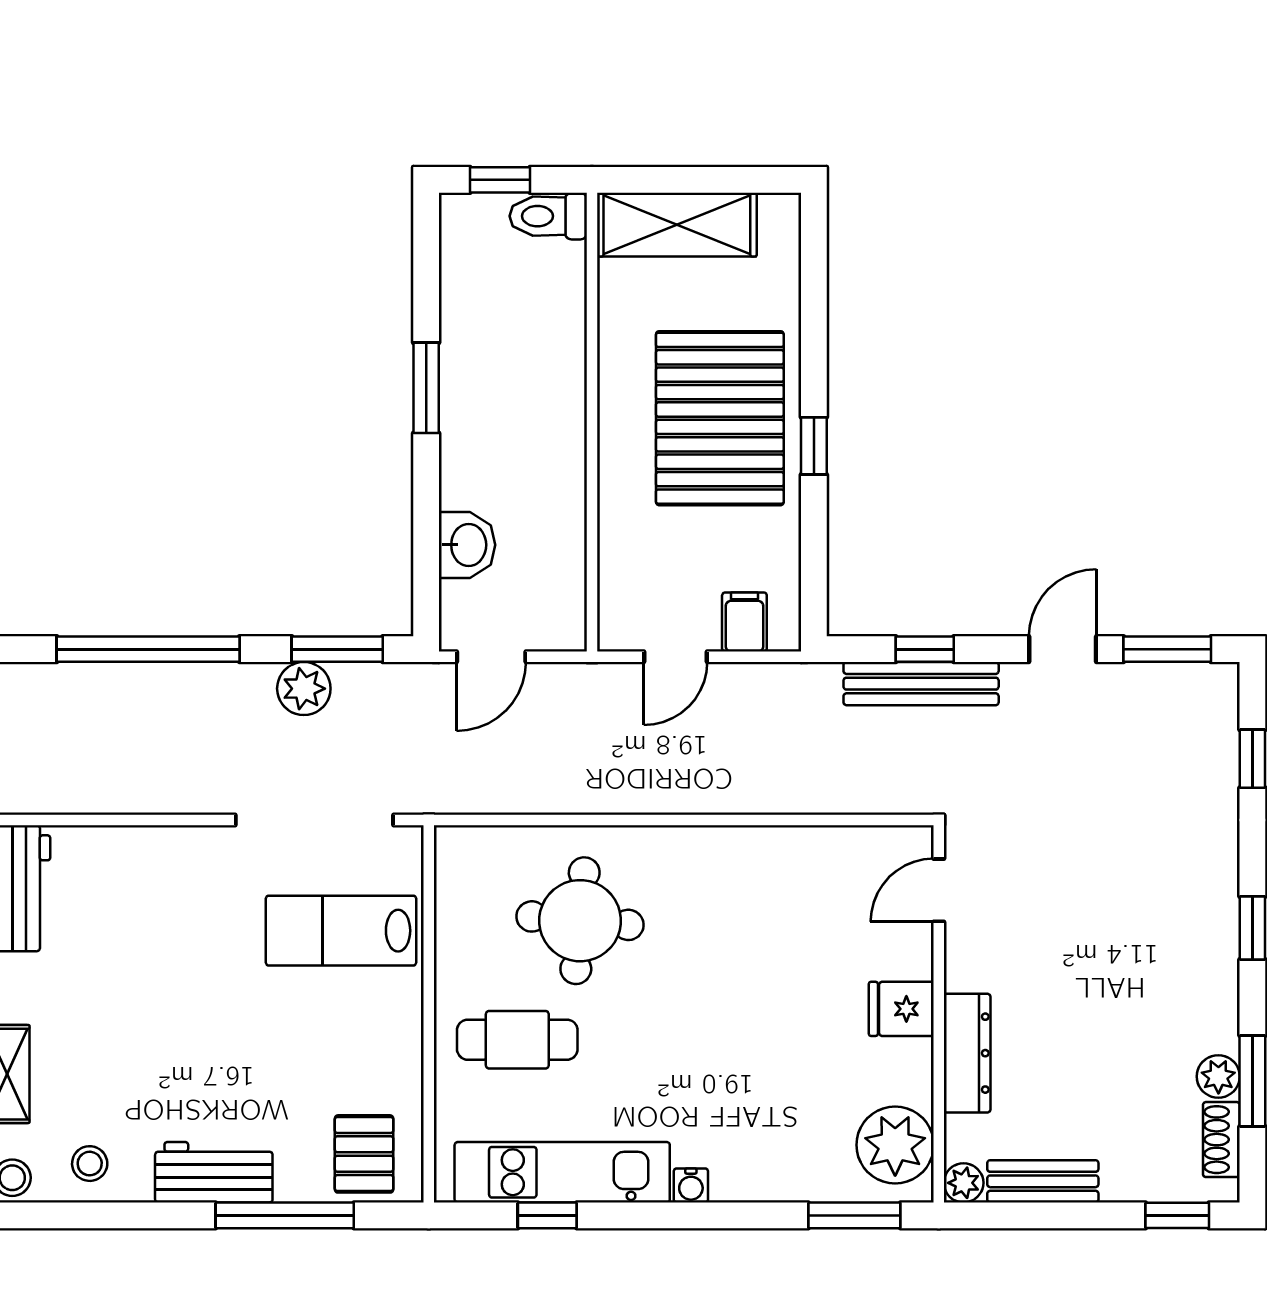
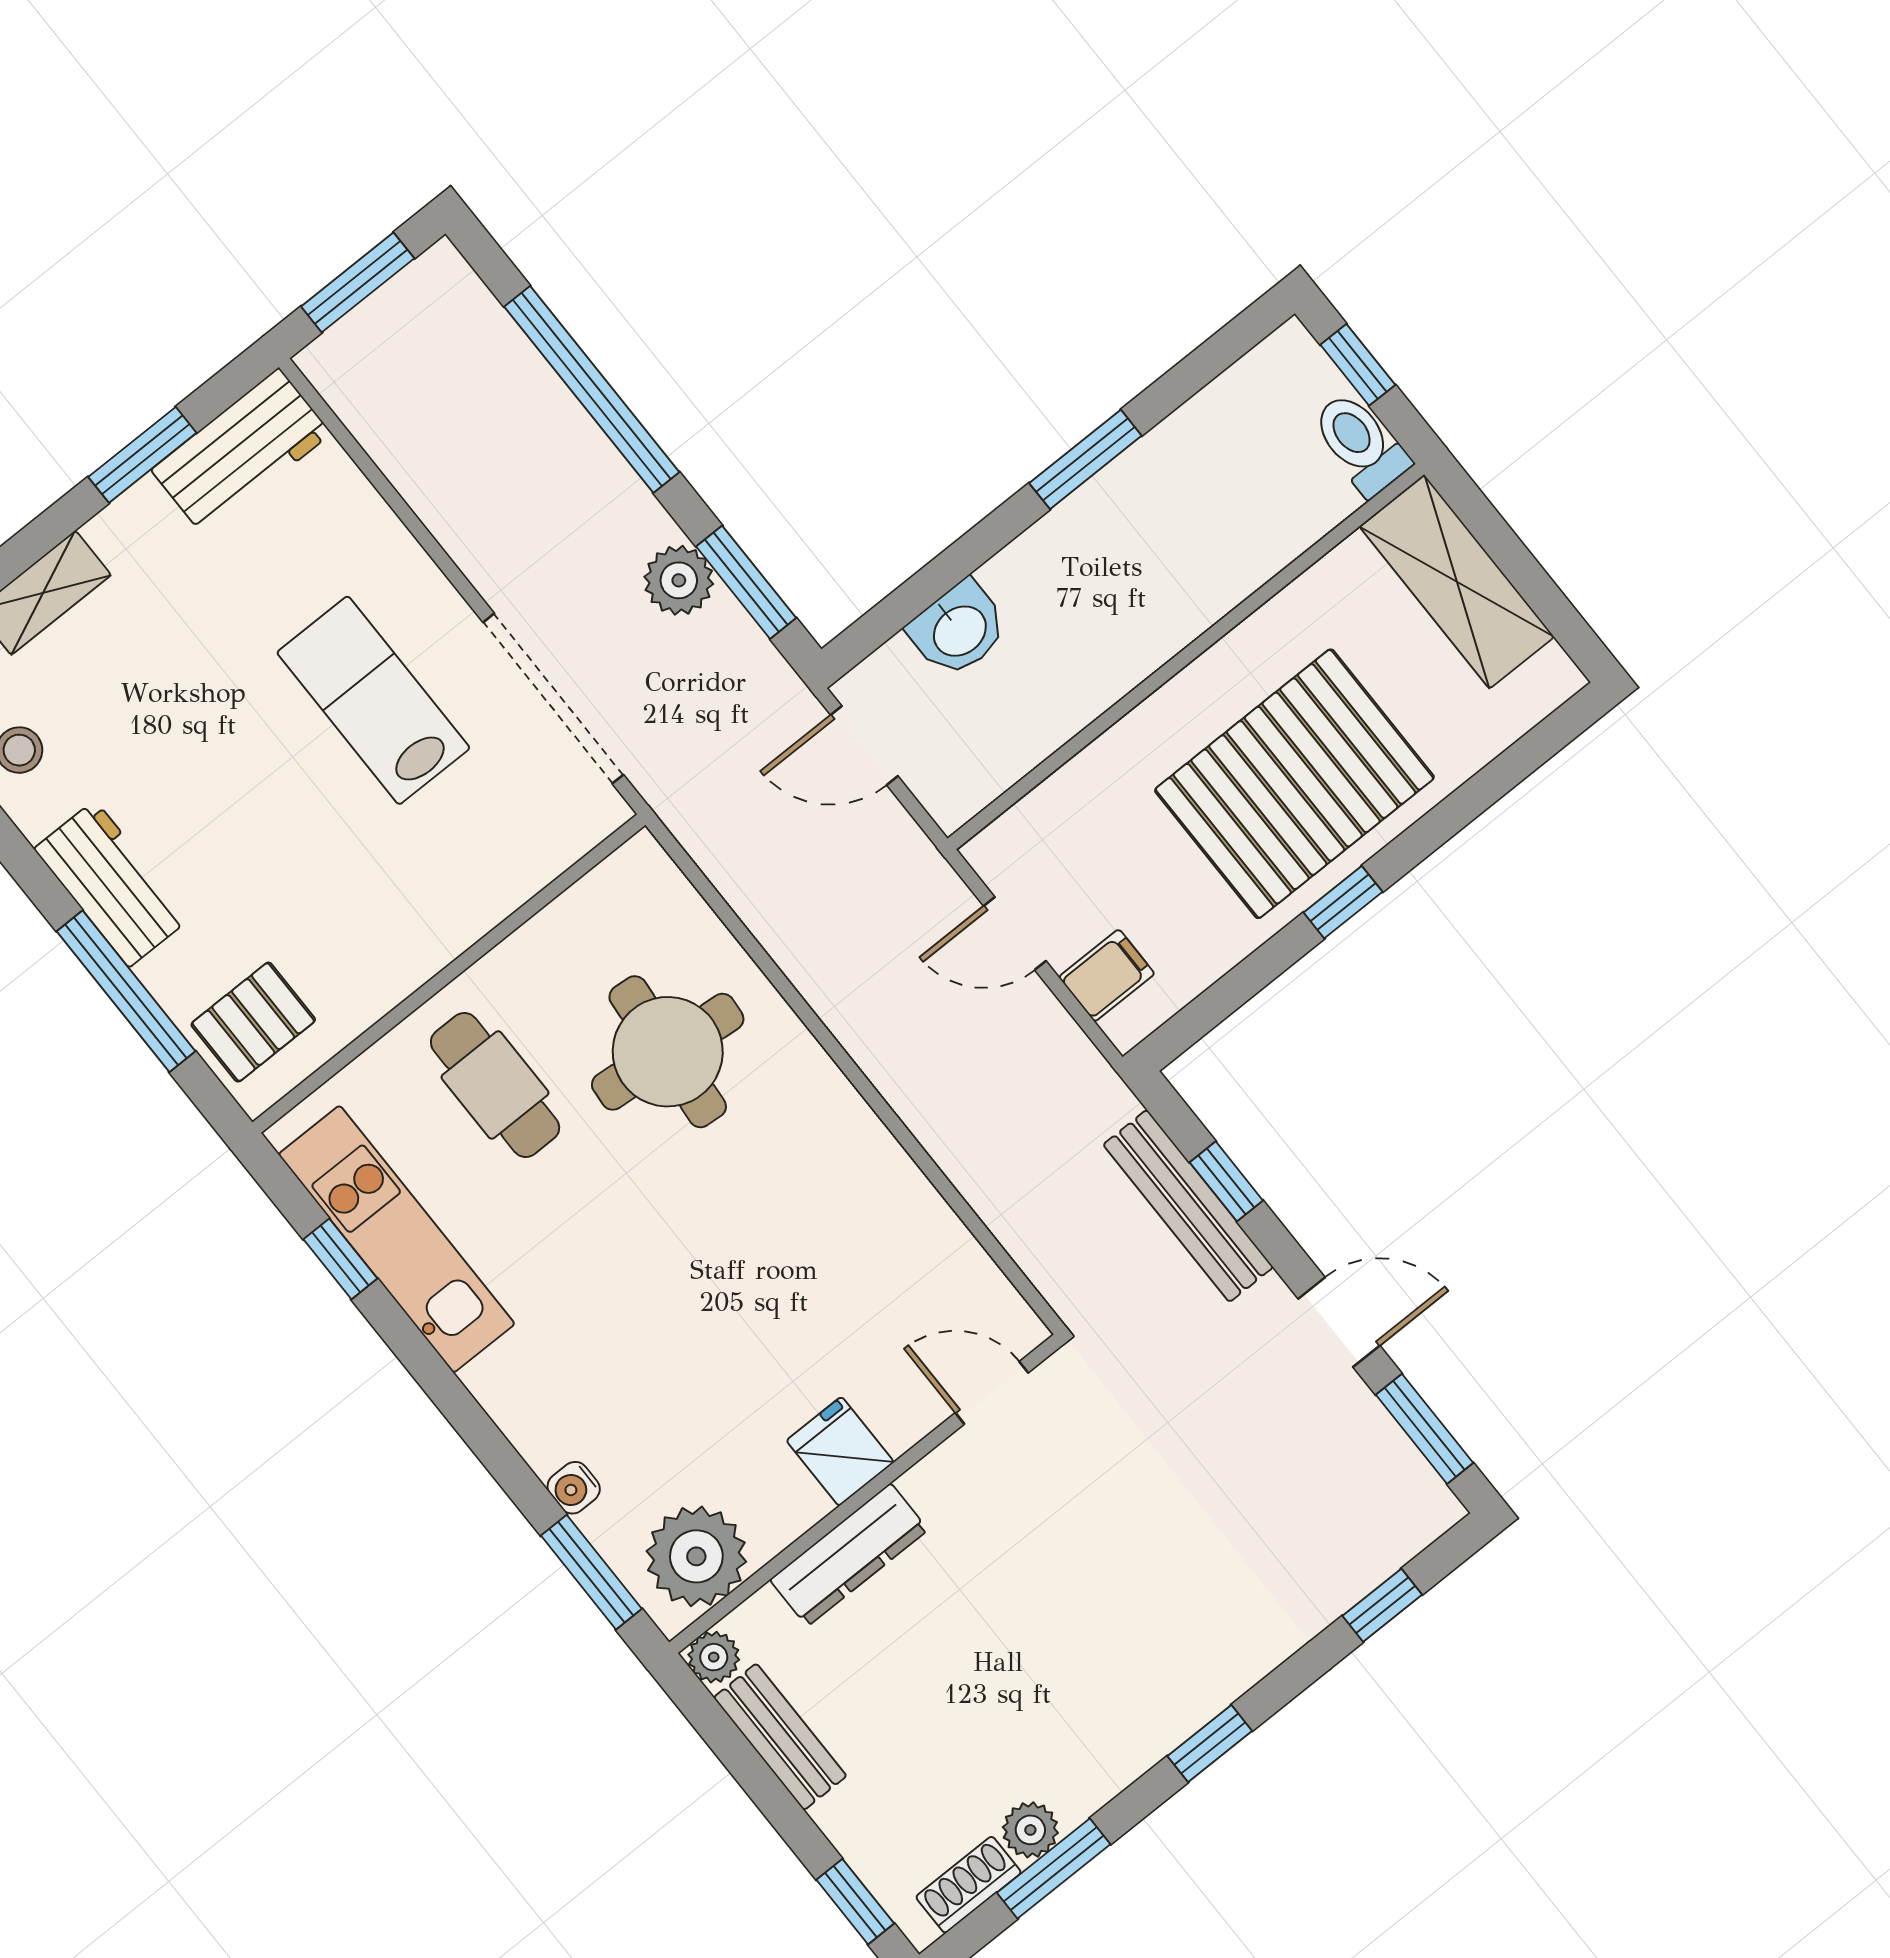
lab bench: (341, 931) -> (373, 700), moved
water cooler: (691, 1185) -> (574, 1488), moved

